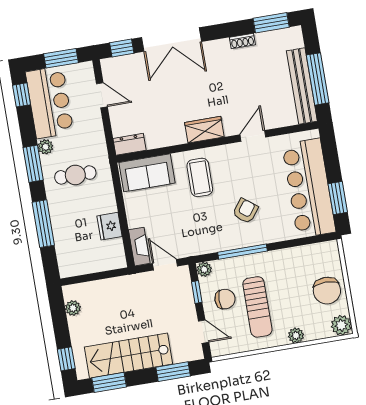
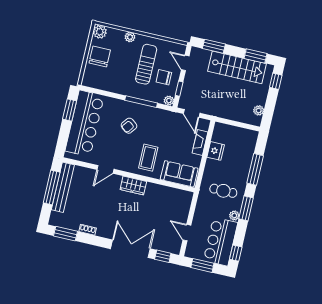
dresser: (130, 144) -> (183, 196), removed
fireplace: (139, 247) -> (200, 143), moved

